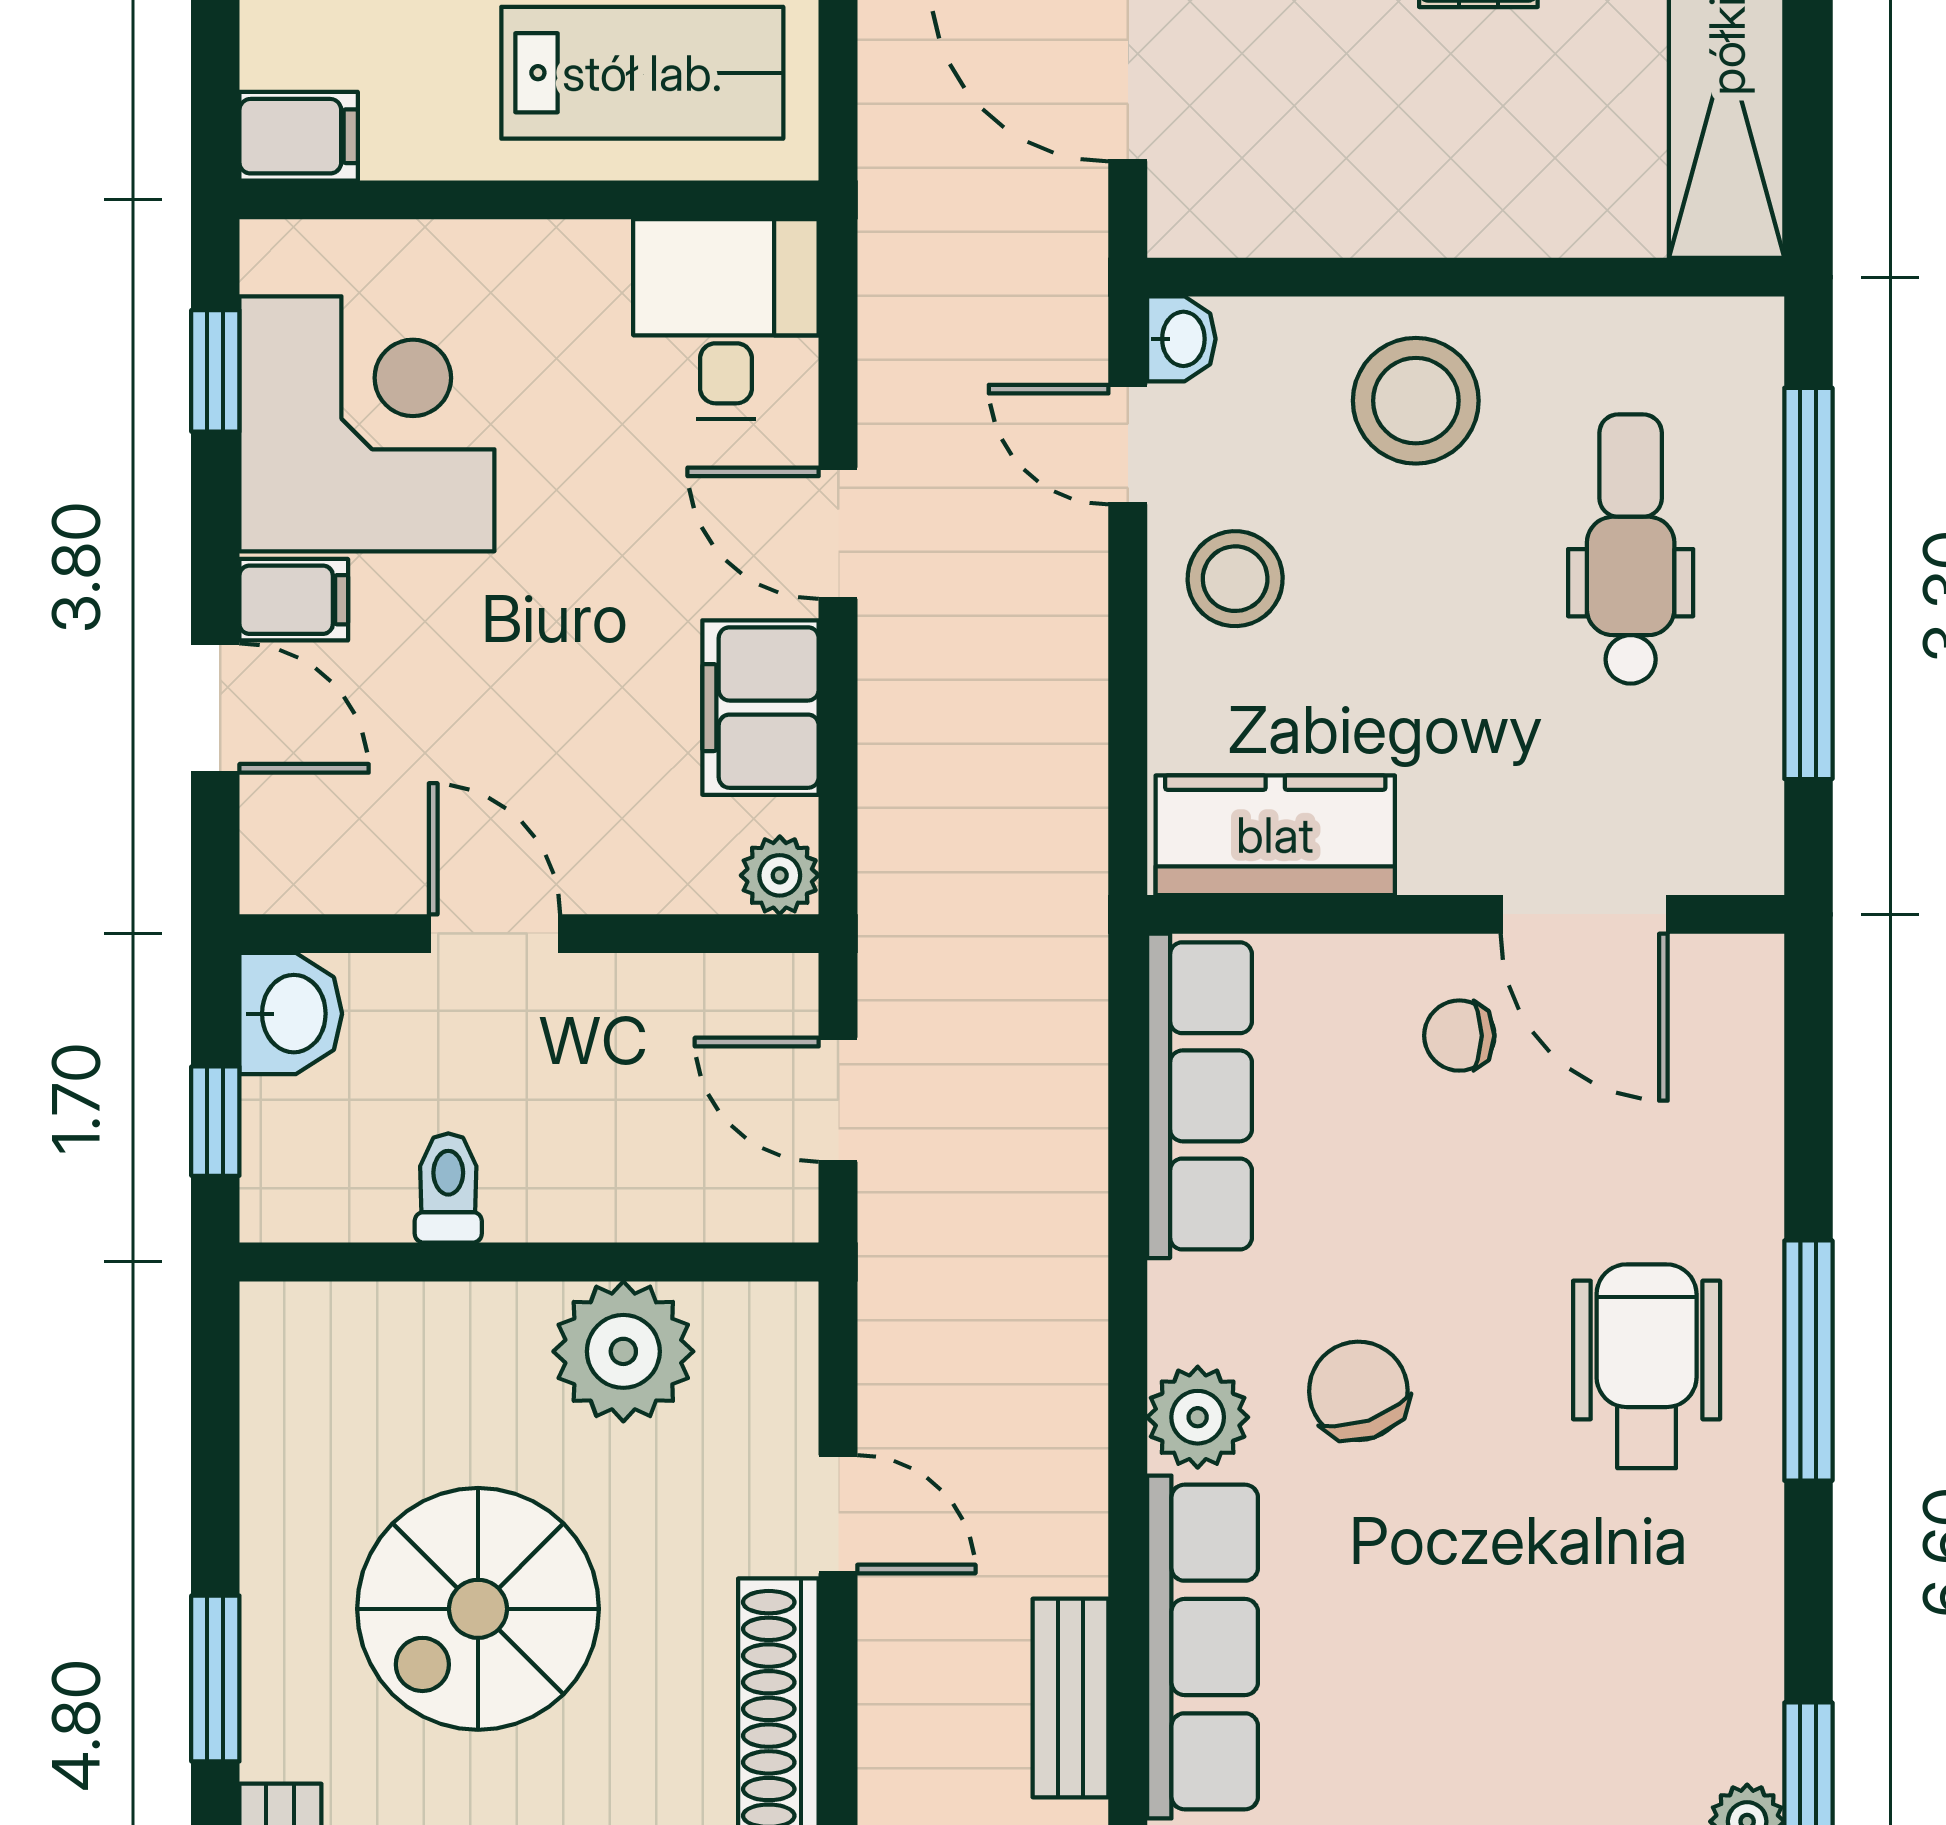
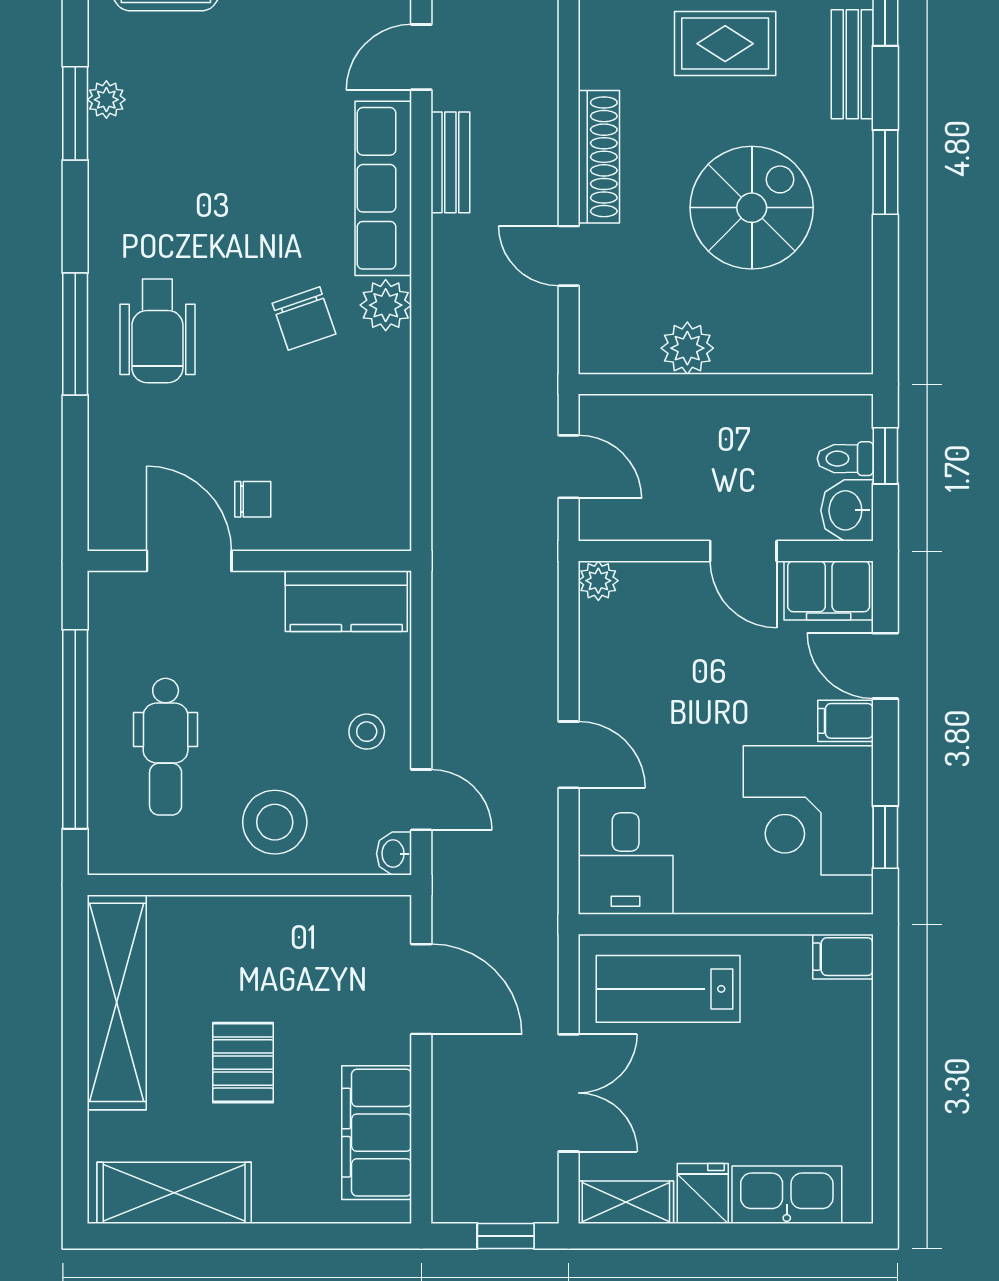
stool: (1235, 579) -> (367, 732), width x0.73, depth x0.73
filing cabinet: (761, 708) -> (829, 590), moved, turned 90
row of seats: (1199, 1096) -> (385, 469), removed
toilet: (448, 1188) -> (845, 459), moved, turned 90
plant: (623, 1351) -> (687, 348), width x0.73, depth x0.73

